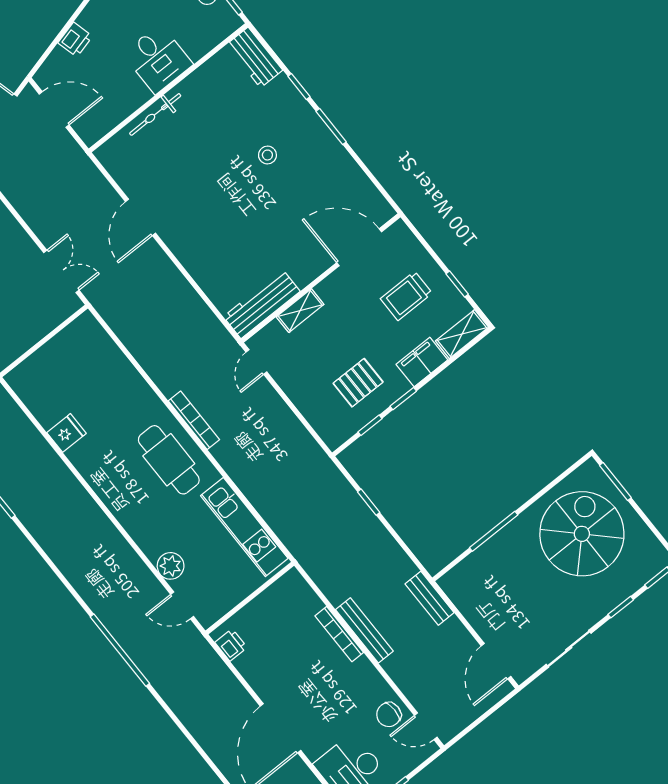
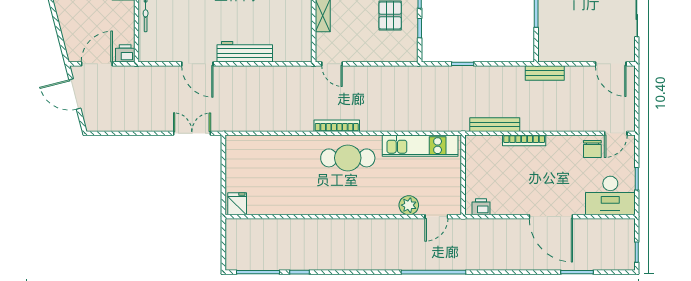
printer: (75, 40) -> (125, 53), moved, turned -76
workbench: (262, 304) -> (245, 52), moved, turned 90
fridge: (66, 433) -> (237, 204), moved
bench: (364, 630) -> (495, 125), moved

